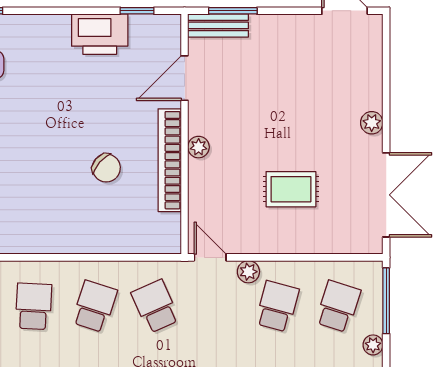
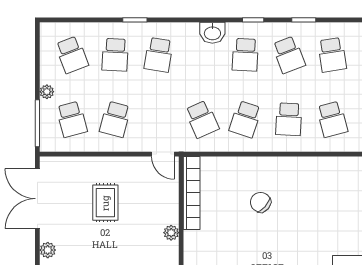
bookcase: (170, 160) -> (192, 193), moved
chair: (106, 168) -> (261, 202), moved
rug: (291, 189) -> (105, 203), turned 90
plant: (248, 272) -> (136, 144), removed
school desk: (338, 306) -> (72, 119), turned -33

